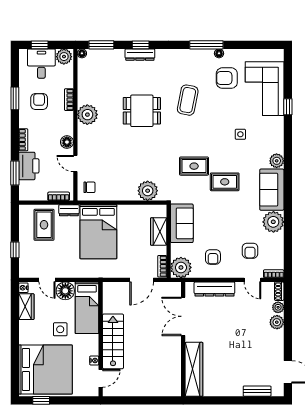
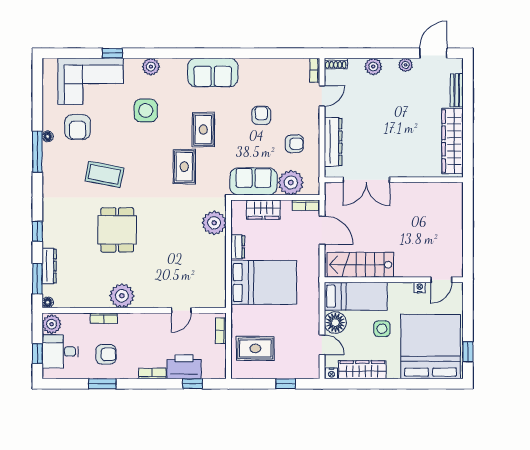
dresser: (140, 55) -> (49, 266), moved
armchair: (39, 101) -> (106, 354), turned 180
side table: (240, 134) -> (146, 111), width x1.87, depth x1.87
floor lamp: (67, 142) -> (155, 321), removed
plant: (277, 161) -> (151, 67), moved
window: (15, 173) -> (193, 384), width x0.67
chair: (89, 187) -> (210, 293), removed
dresser: (69, 210) -> (238, 247), moved
plant: (273, 222) -> (252, 71), removed
armchair: (250, 251) -> (261, 115), moved, turned -90
plant: (181, 267) -> (291, 183), moved
door: (47, 280) -> (322, 345), hinge flipped
wardrobe: (26, 307) -> (362, 370), width x1.50
plant: (278, 307) -> (406, 65), moved
stairs: (113, 341) -> (360, 265), moved
wardrobe: (194, 369) -> (452, 141), moved, turned -90
door: (101, 378) -> (441, 280), swing flipped

